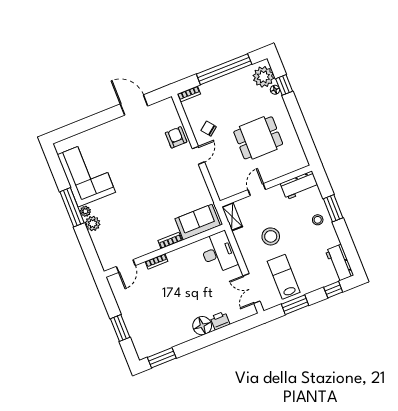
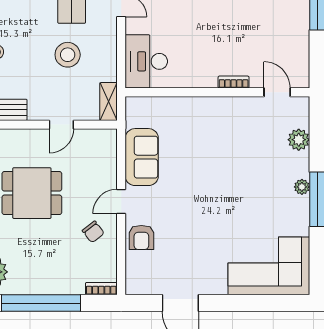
corner sofa: (86, 173) -> (269, 266), moved, turned 90
sofa: (198, 222) -> (142, 157), moved, turned -90
plant: (93, 224) -> (299, 140), moved
bookcase: (170, 240) -> (204, 103), removed
door: (126, 266) -> (277, 92), hinge flipped

